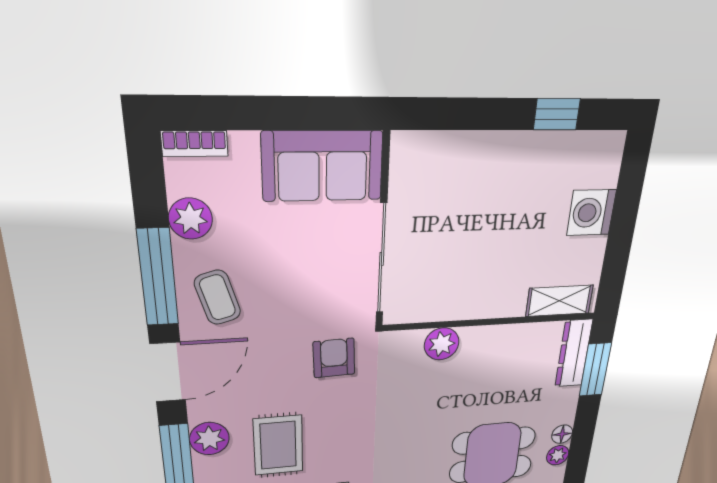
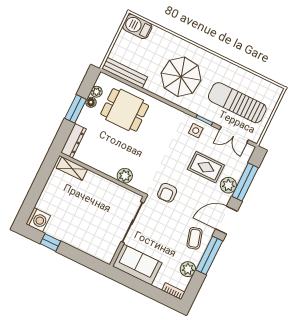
washing machine: (591, 213) -> (38, 220), moved
window: (595, 370) -> (76, 109), moved
rug: (278, 445) -> (206, 167), turned 90

